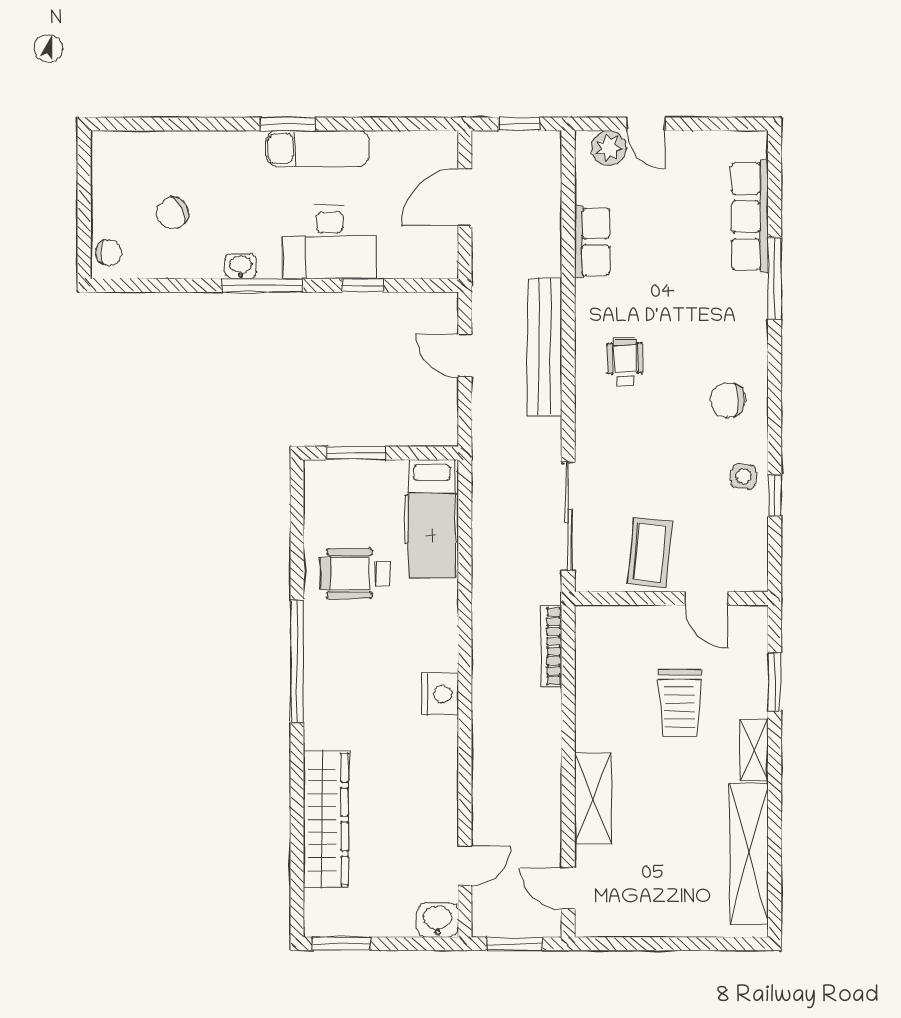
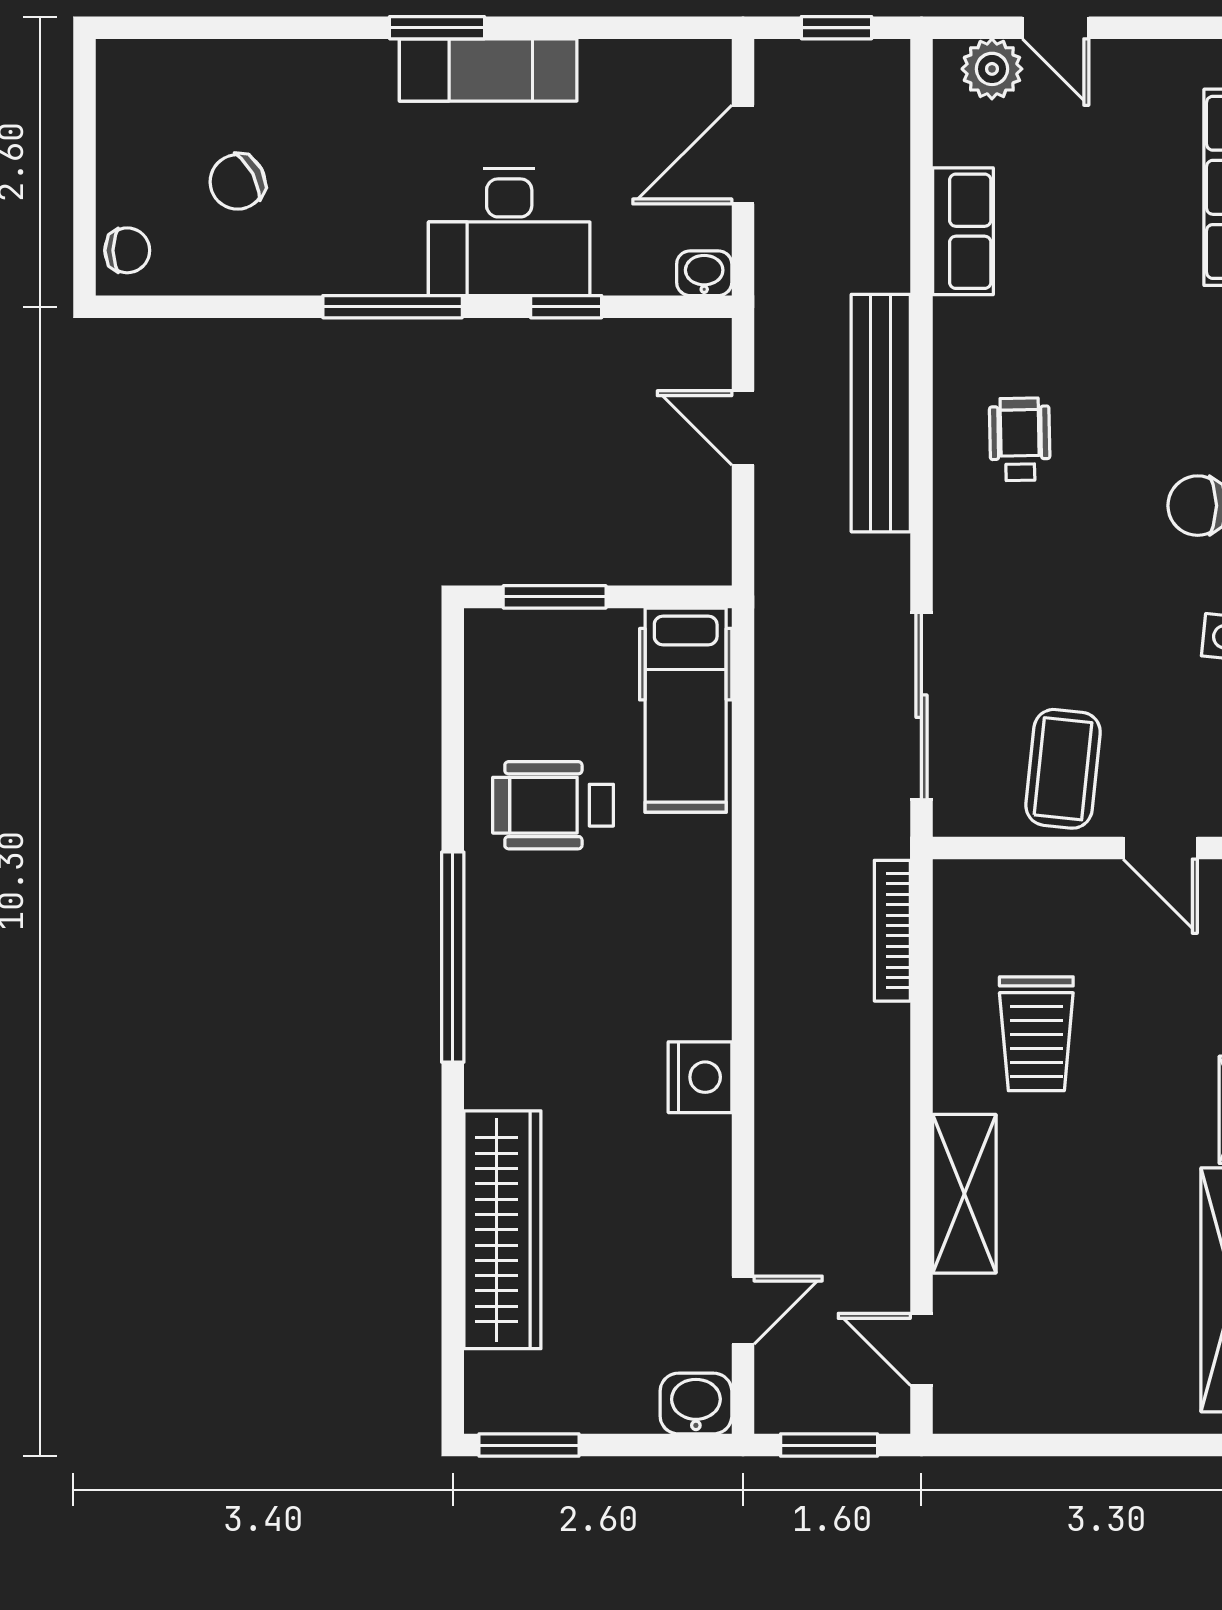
washbasin: (241, 266) -> (704, 273), moved
nightstand: (440, 694) -> (700, 1077), moved
trolley: (680, 703) -> (1036, 1034), moved

